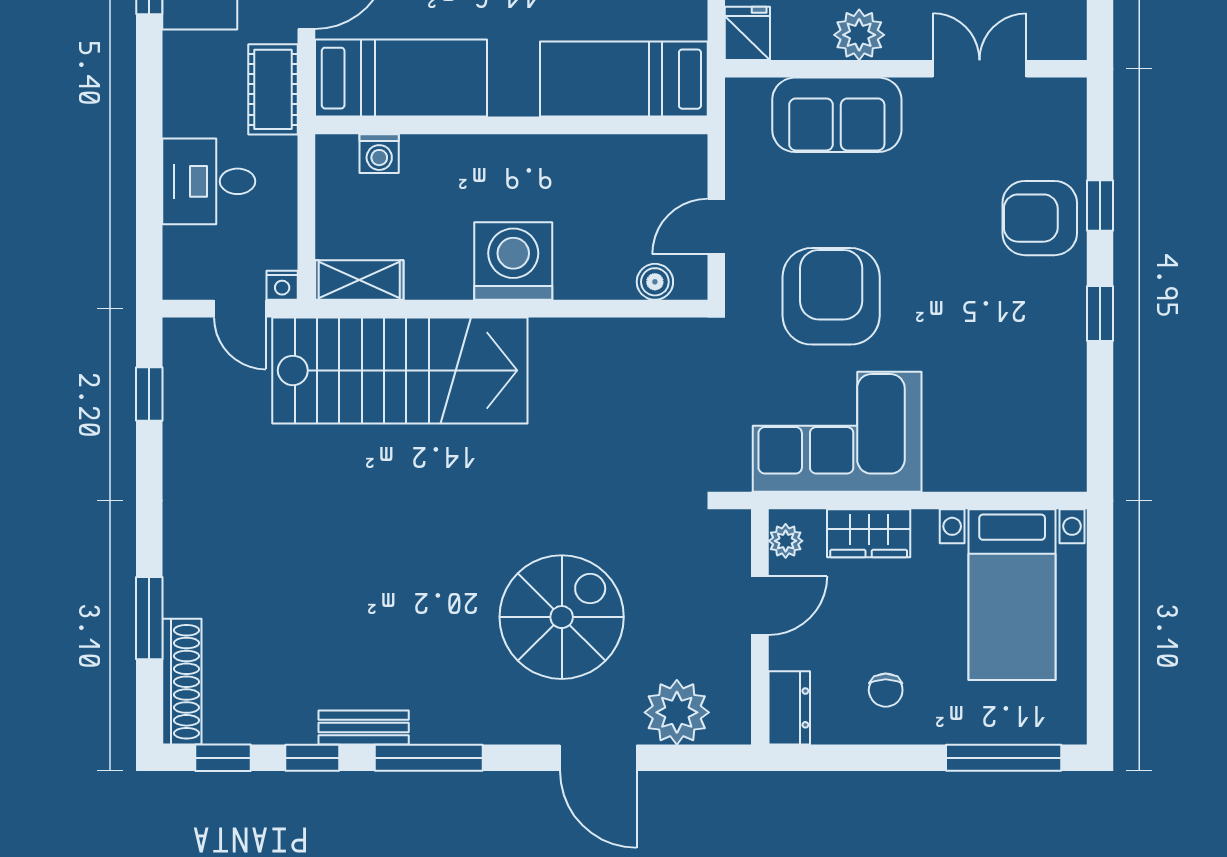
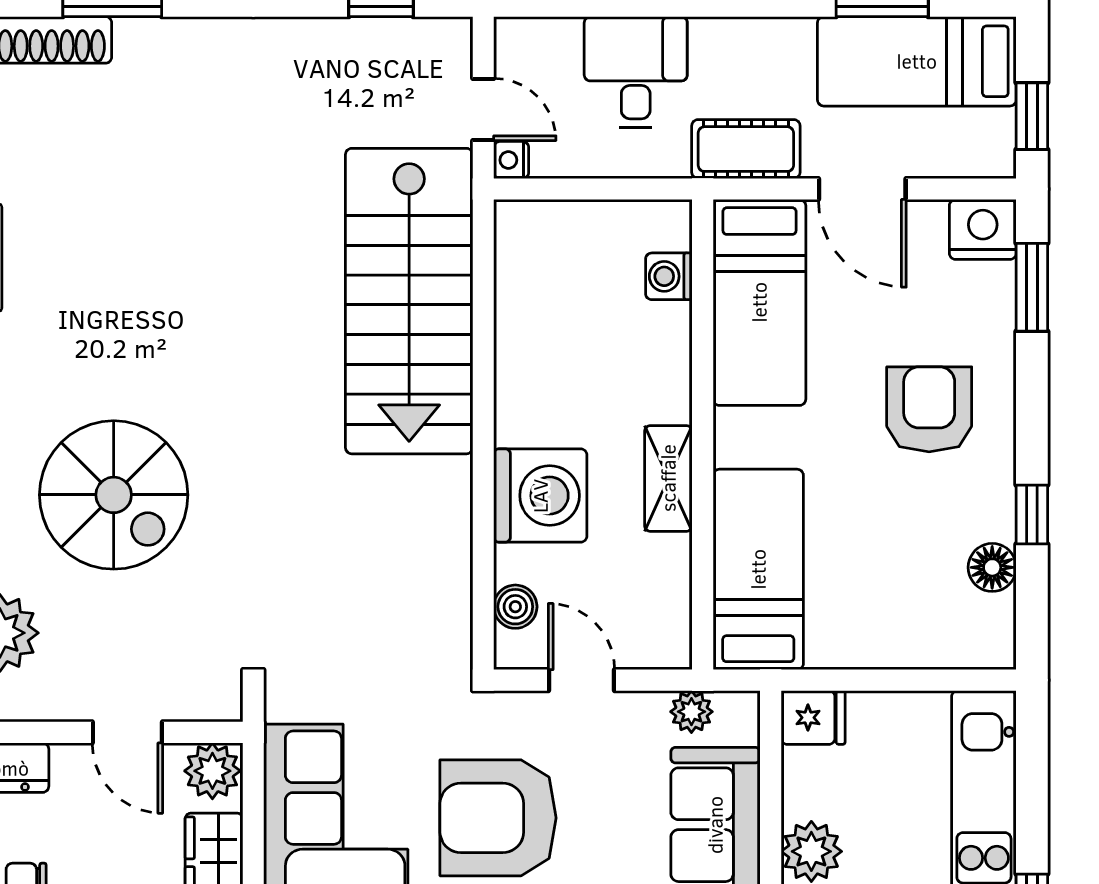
plant: (742, 135) -> (691, 712), added
washing machine: (513, 261) -> (540, 496), moved
shelving: (359, 280) -> (668, 478), moved
armchair: (831, 296) -> (498, 818), turned 180
door: (240, 309) -> (483, 109), swing flipped
plant: (786, 541) -> (212, 771), width x1.38, depth x1.38

